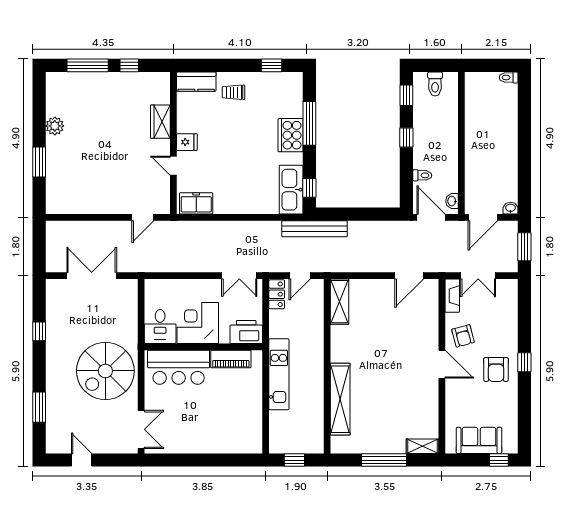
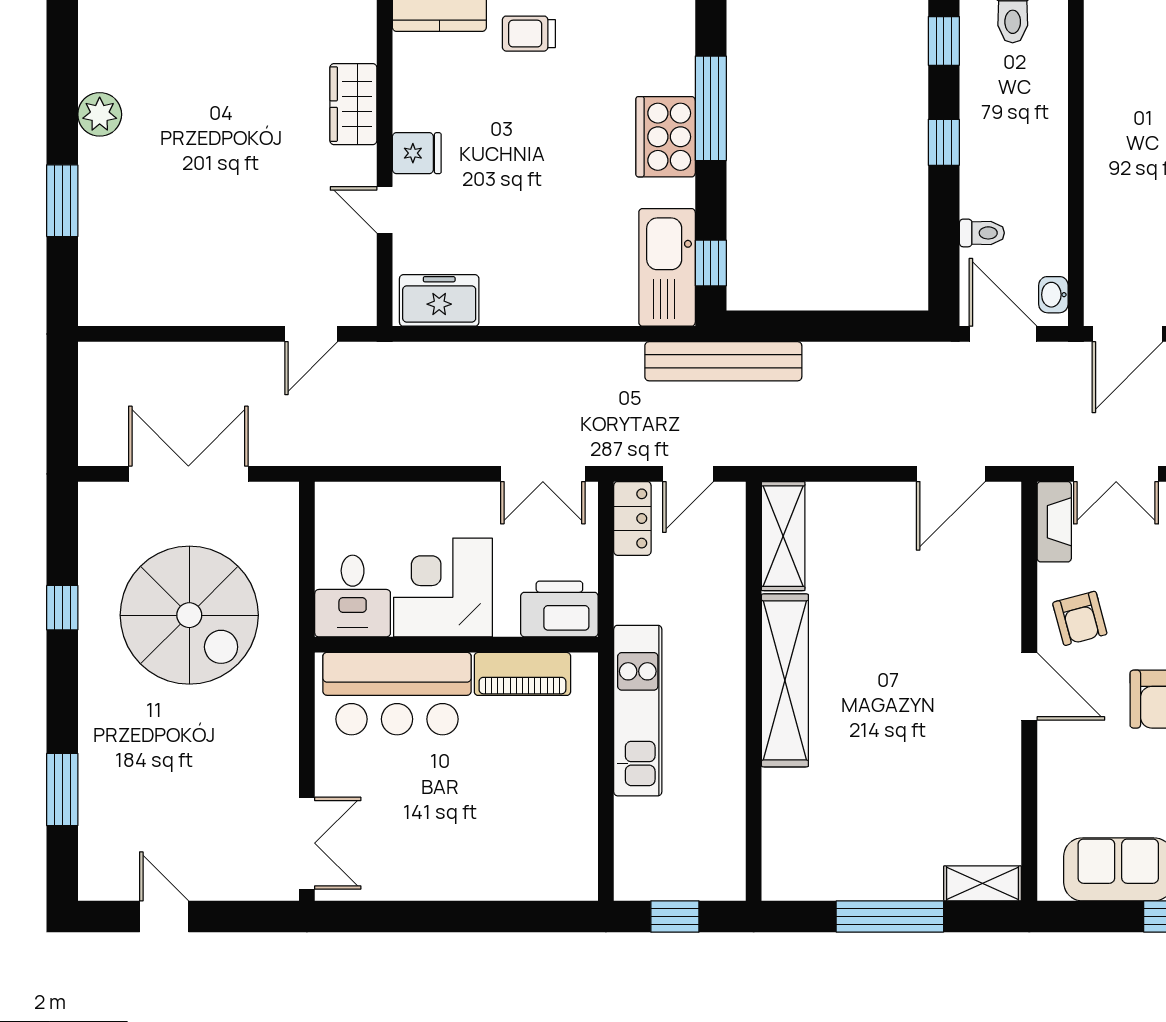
spiral stairs: (105, 371) -> (189, 615), moved, turned -90
shelving: (340, 399) -> (785, 680), moved

